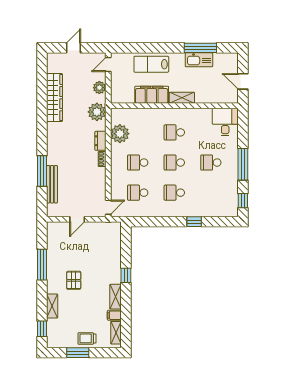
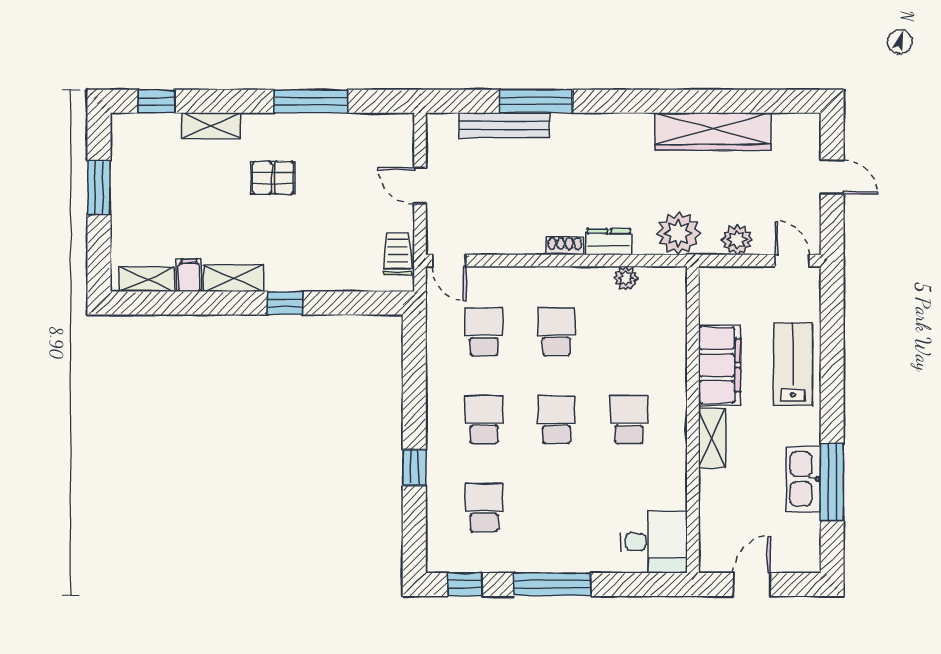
plant: (120, 134) -> (626, 278), width x0.53, depth x0.53
school desk: (211, 163) -> (484, 508), moved
trolley: (87, 338) -> (398, 254), moved

